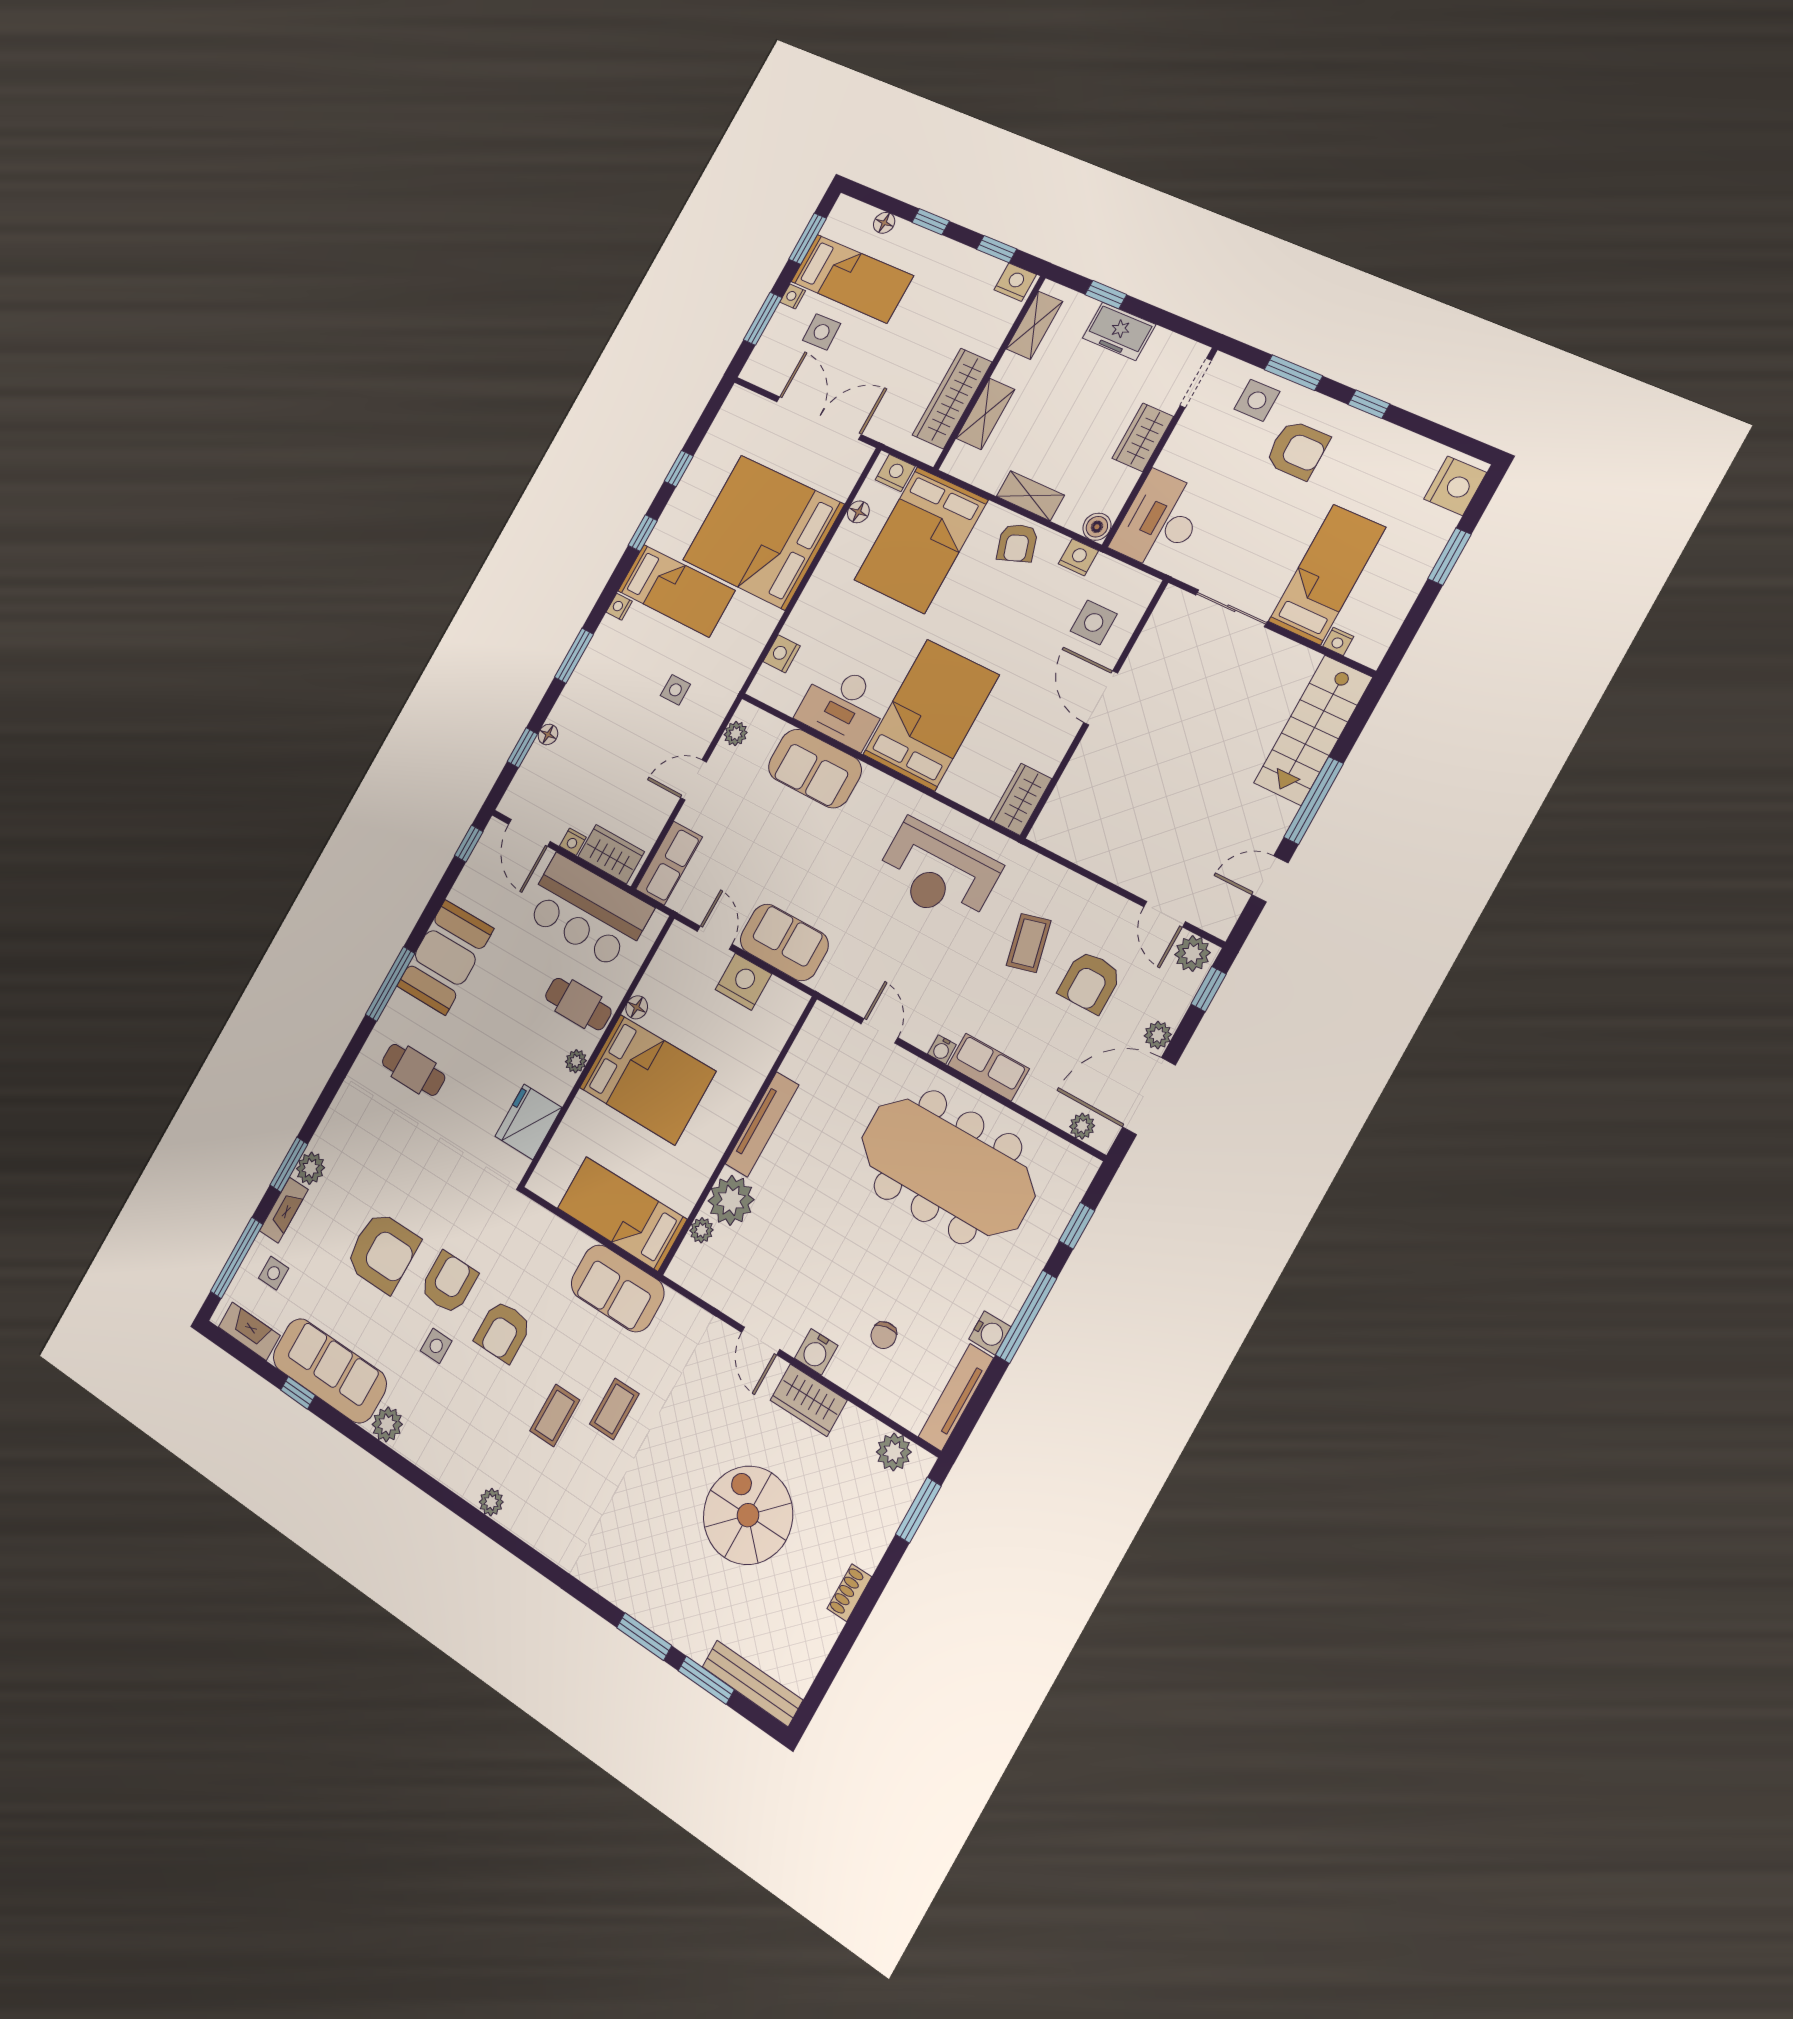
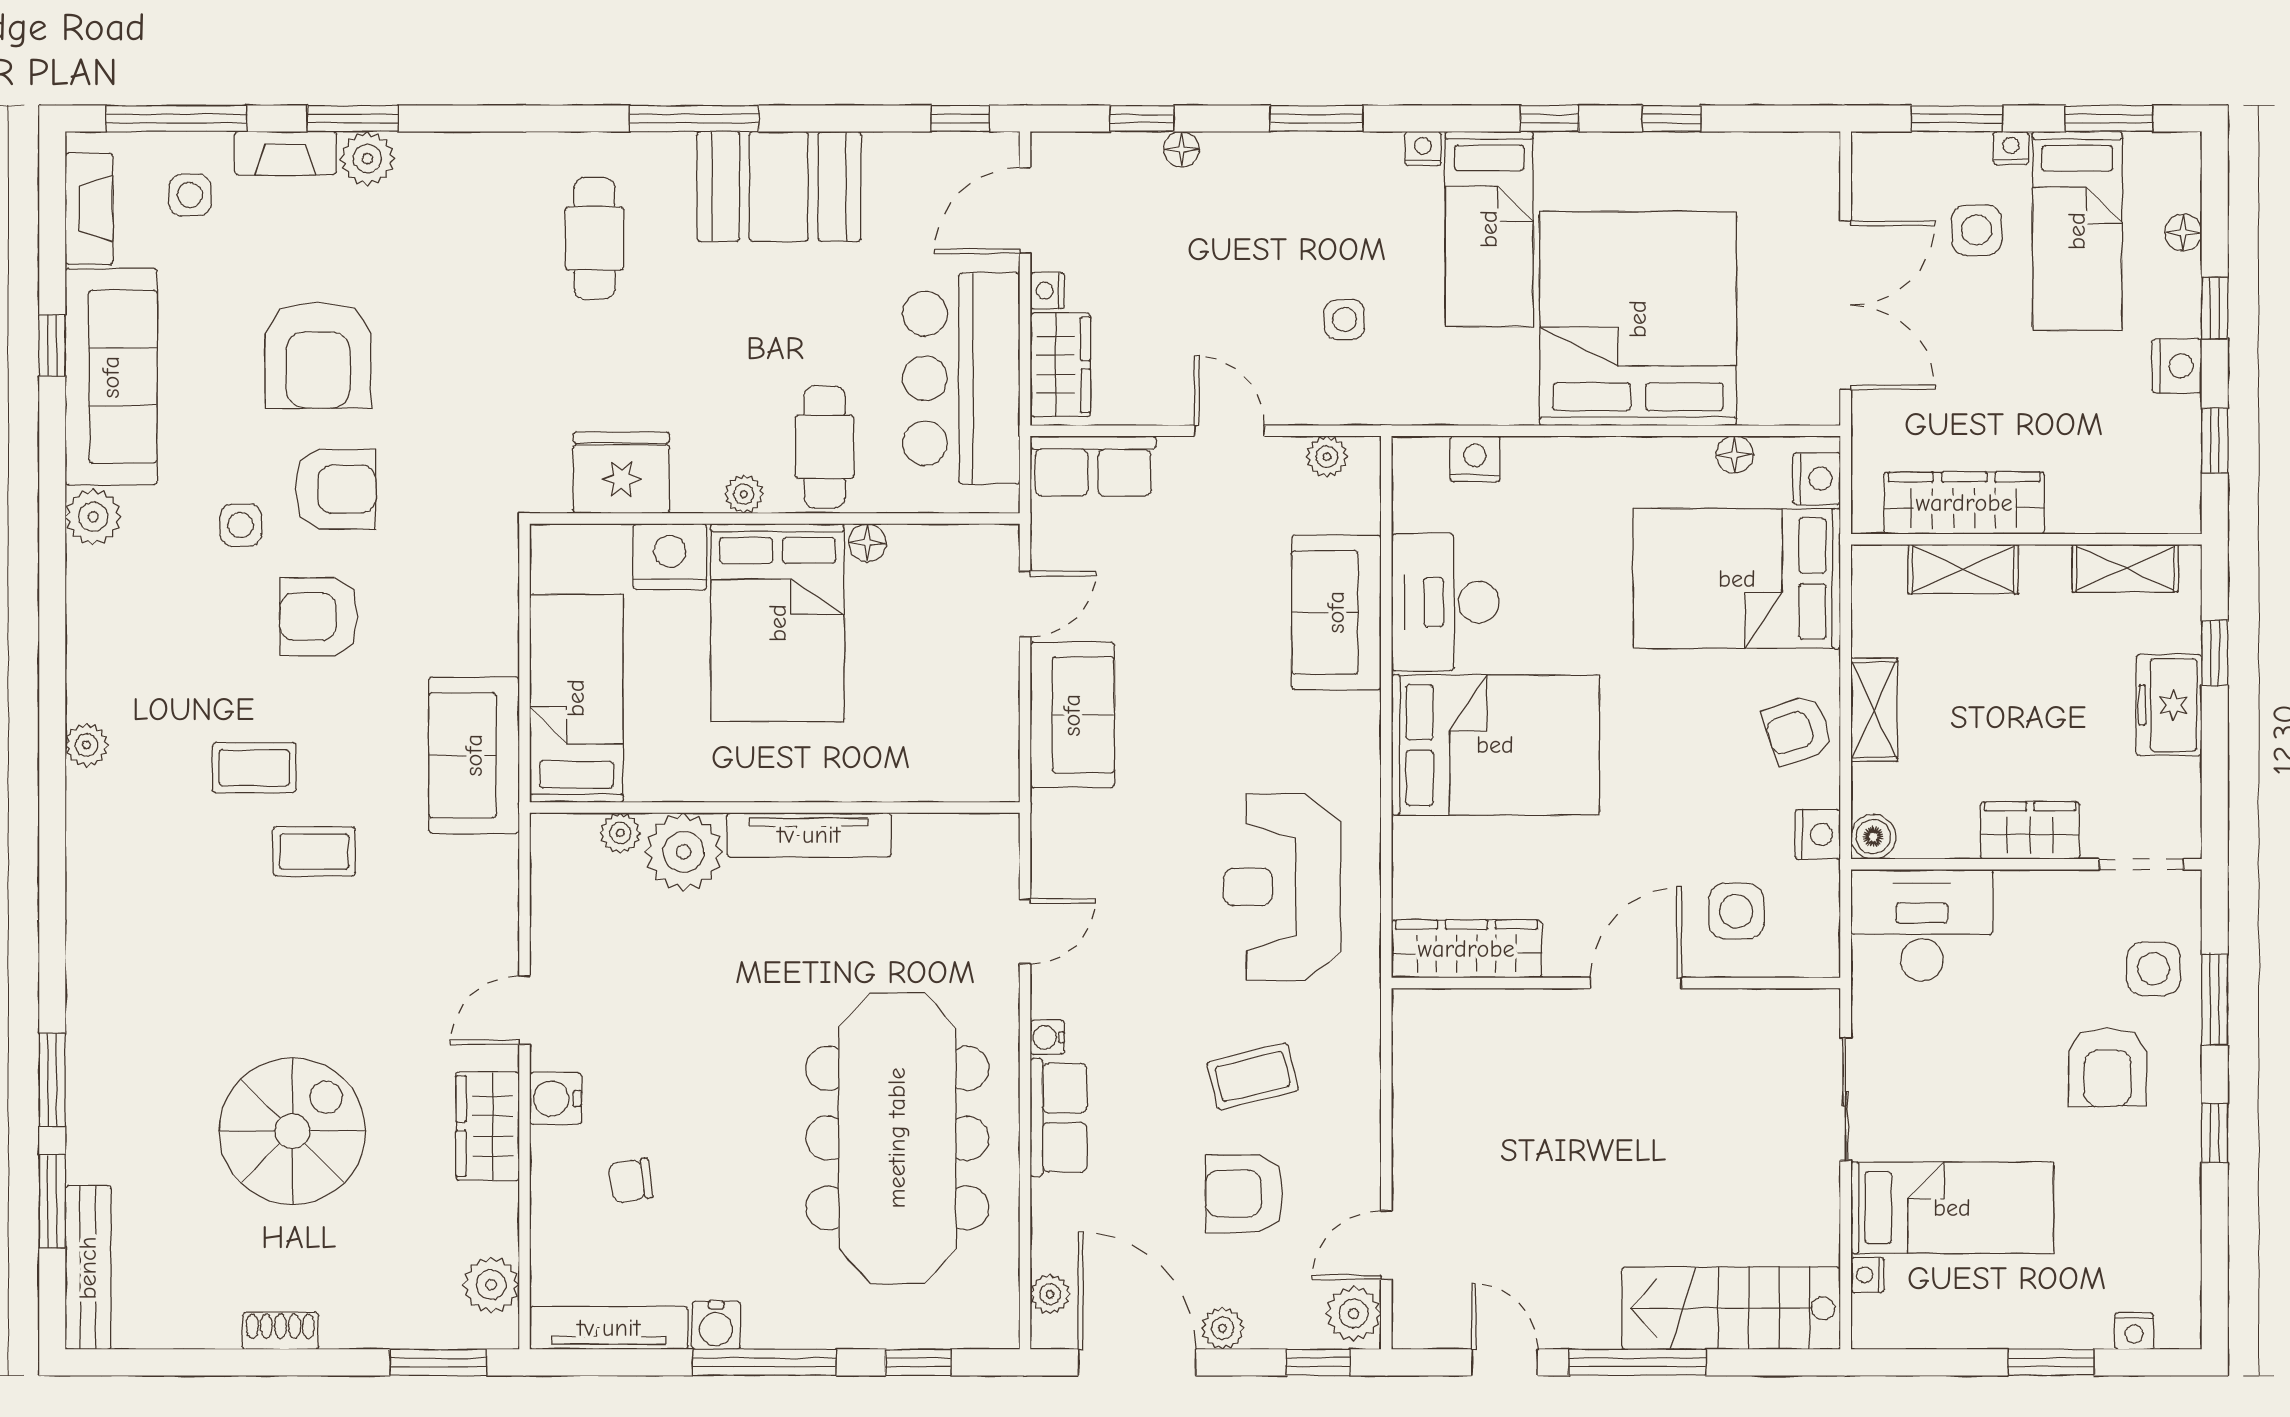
nightstand: (1015, 282) -> (2177, 366), moved
nightstand: (1455, 486) -> (2134, 1331), width x0.53, depth x0.56
wardrobe: (1021, 799) -> (1466, 949), width x1.50
nightstand: (743, 982) -> (670, 557), moved, turned -90

